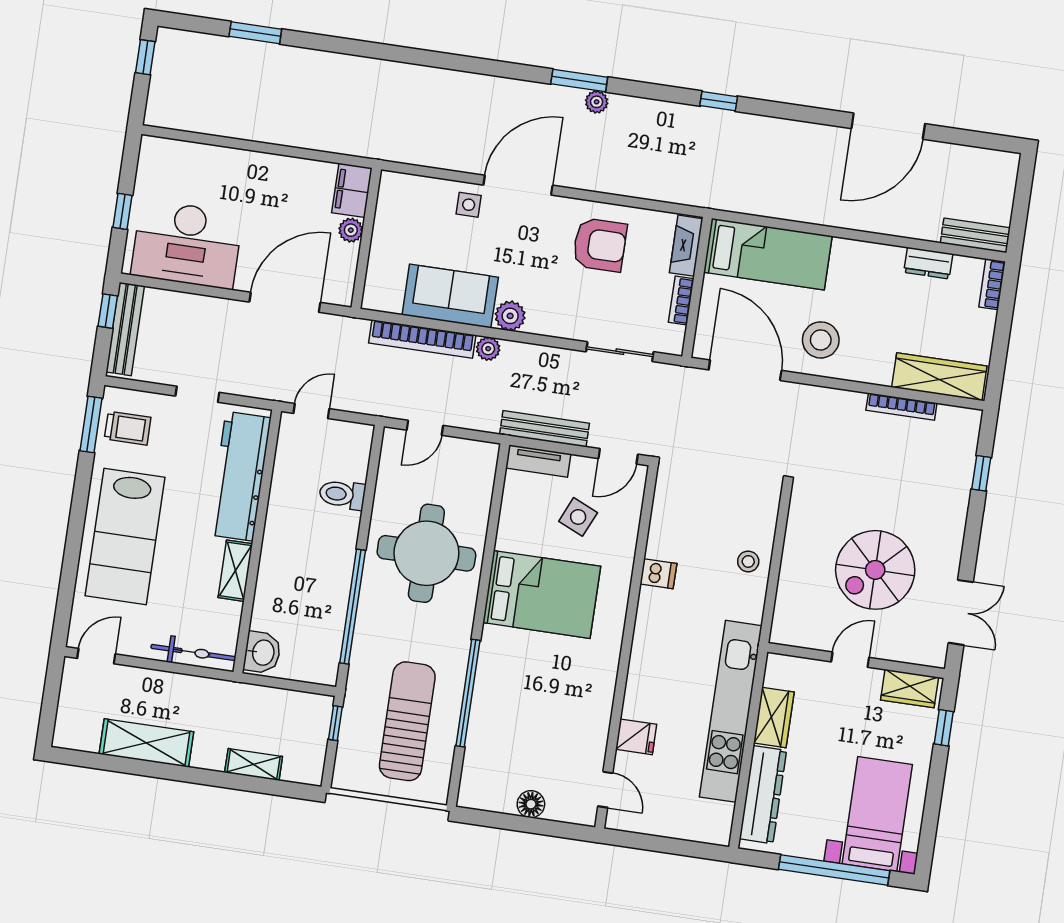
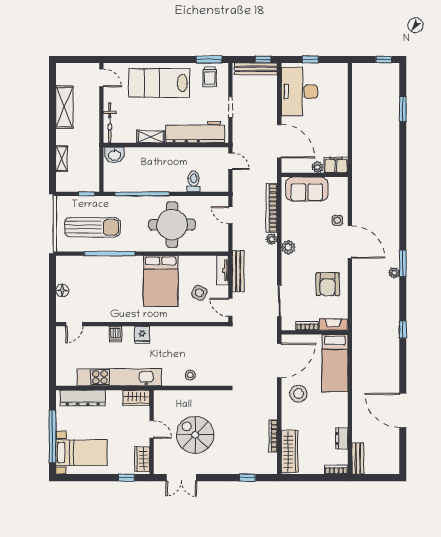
sofa: (450, 296) -> (307, 189), moved, turned 90
dishwasher: (658, 574) -> (115, 334), moved
wardrobe: (774, 718) -> (136, 398), moved
fridge: (636, 737) -> (142, 335), moved

